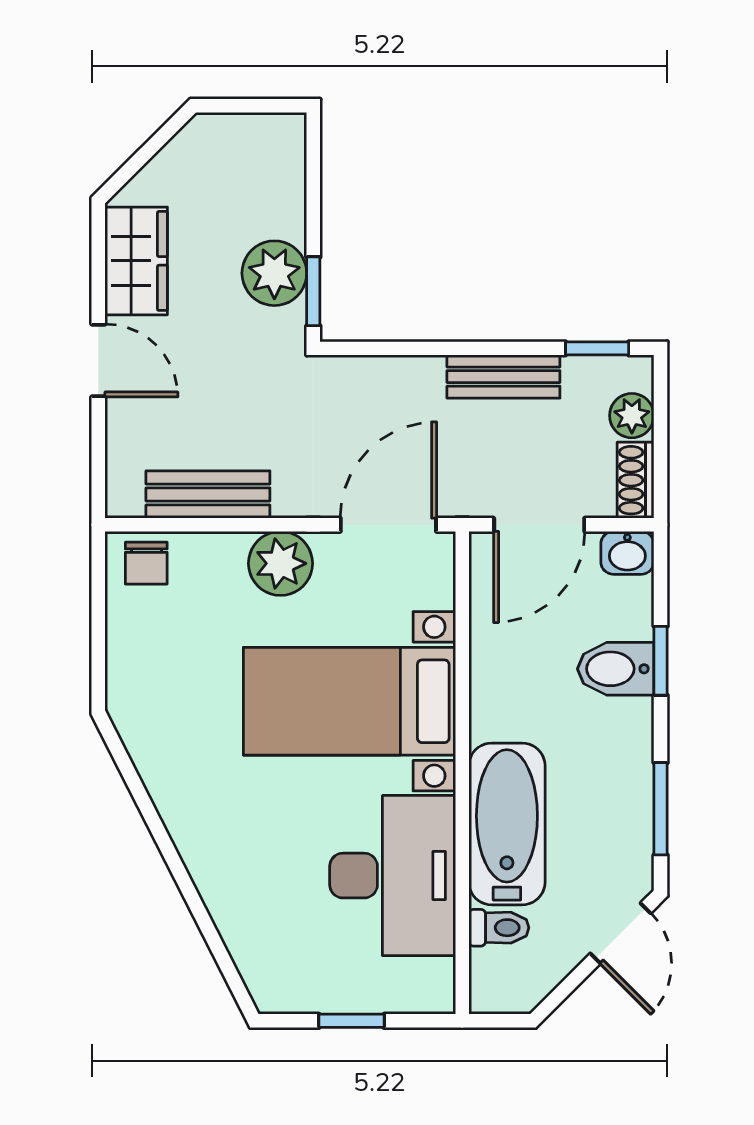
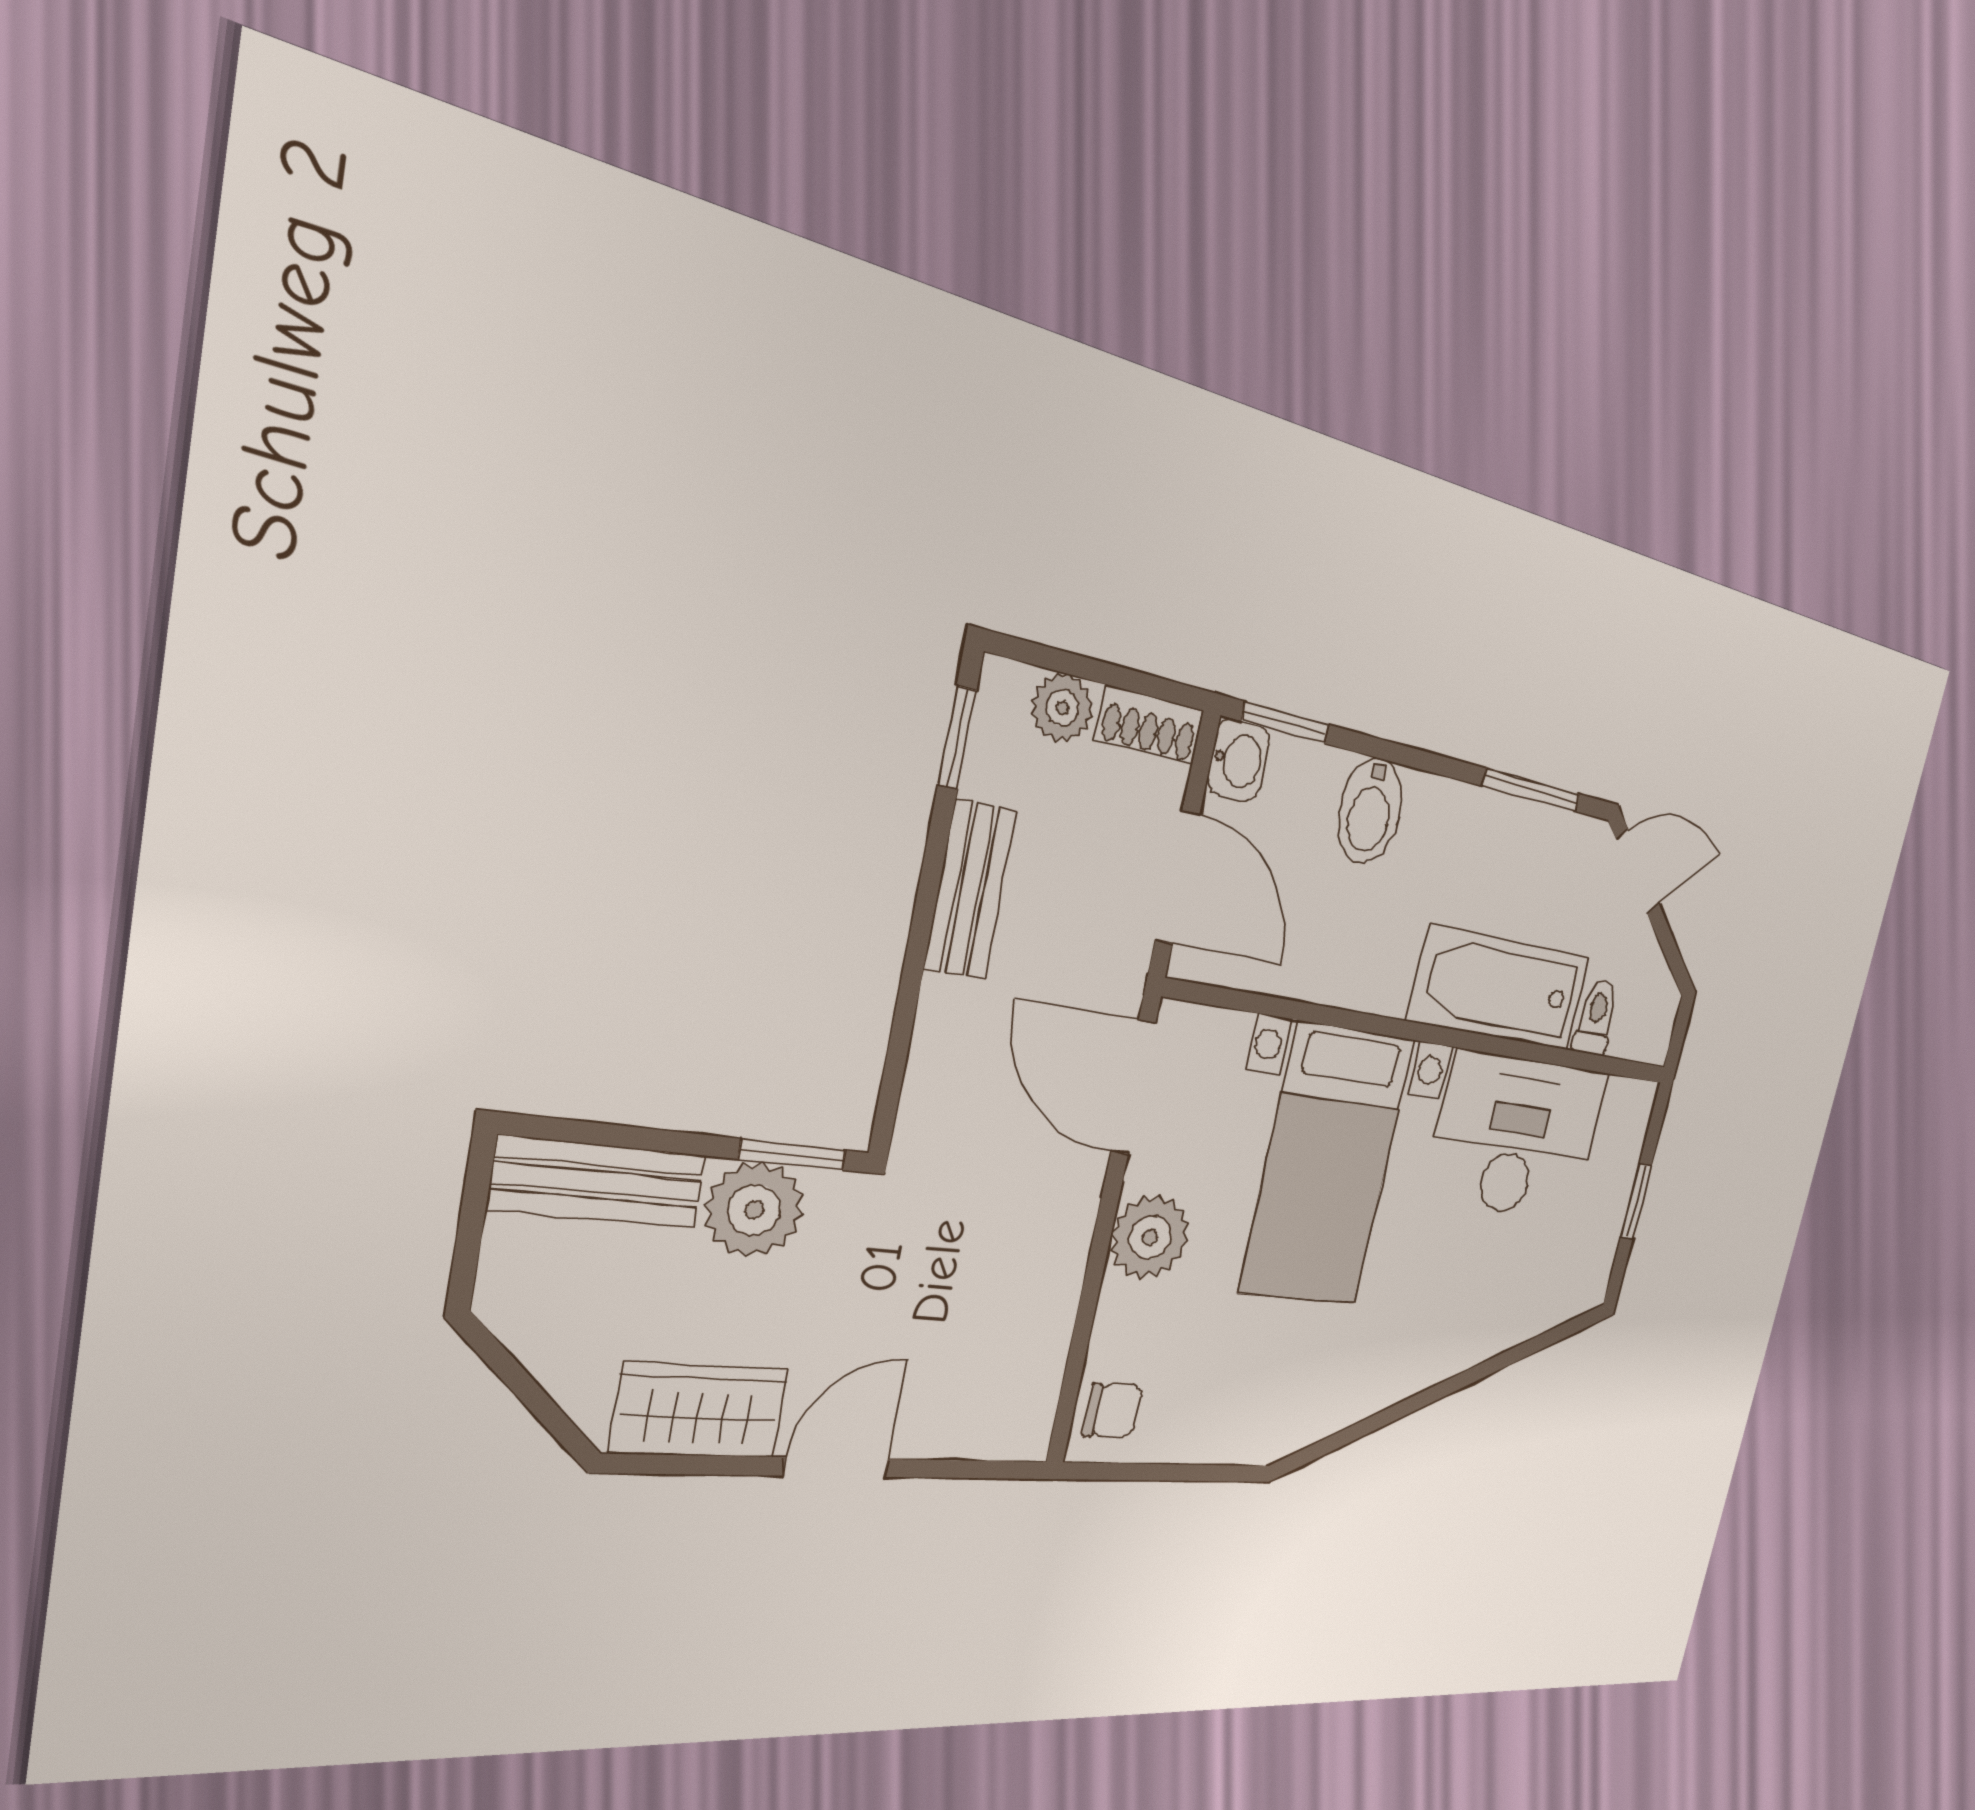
bench: (208, 494) -> (598, 1182), moved, turned 90
window: (661, 661) -> (1285, 723), moved

